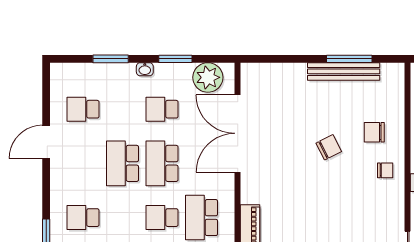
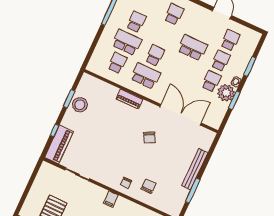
bench: (344, 71) -> (195, 169), moved
plant: (208, 77) -> (226, 93), moved
chair: (329, 147) -> (149, 138), moved
school desk: (162, 163) -> (221, 61), moved, width x0.54

